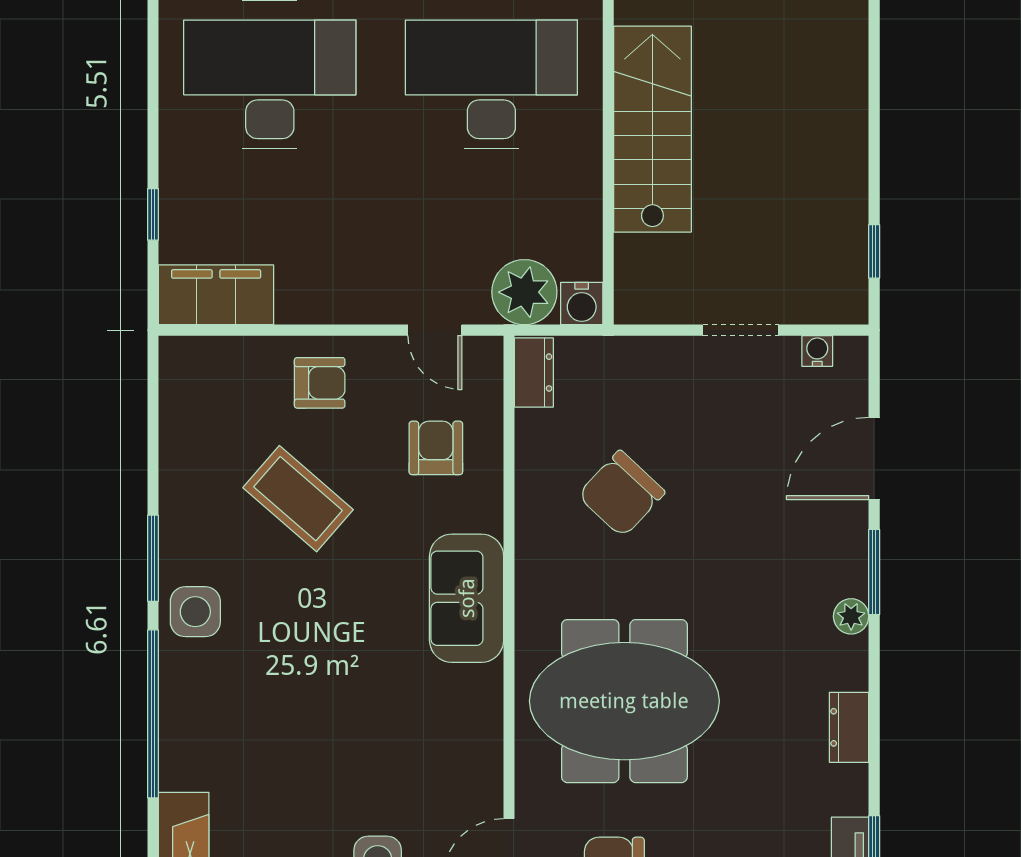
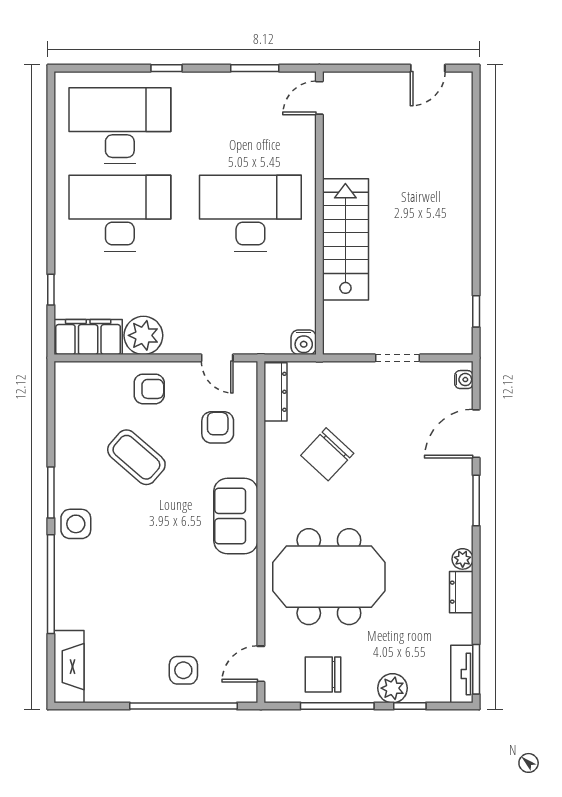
plant: (524, 292) -> (143, 335), moved
water cooler: (817, 351) -> (464, 380), moved, turned 90
dresser: (534, 373) -> (276, 392), width x1.44
plant: (851, 616) -> (463, 559), moved

